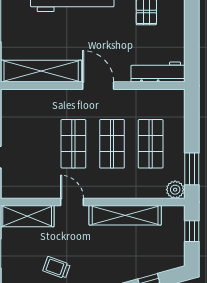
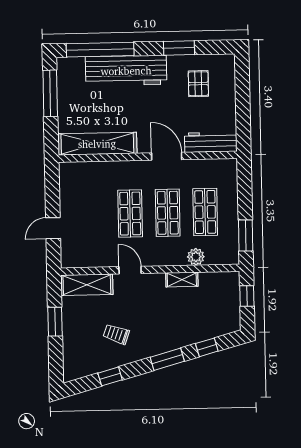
door: (98, 86) -> (167, 156), moved
plant: (175, 190) -> (196, 257), moved
shelving: (125, 215) -> (182, 280), width x0.45, depth x0.75

